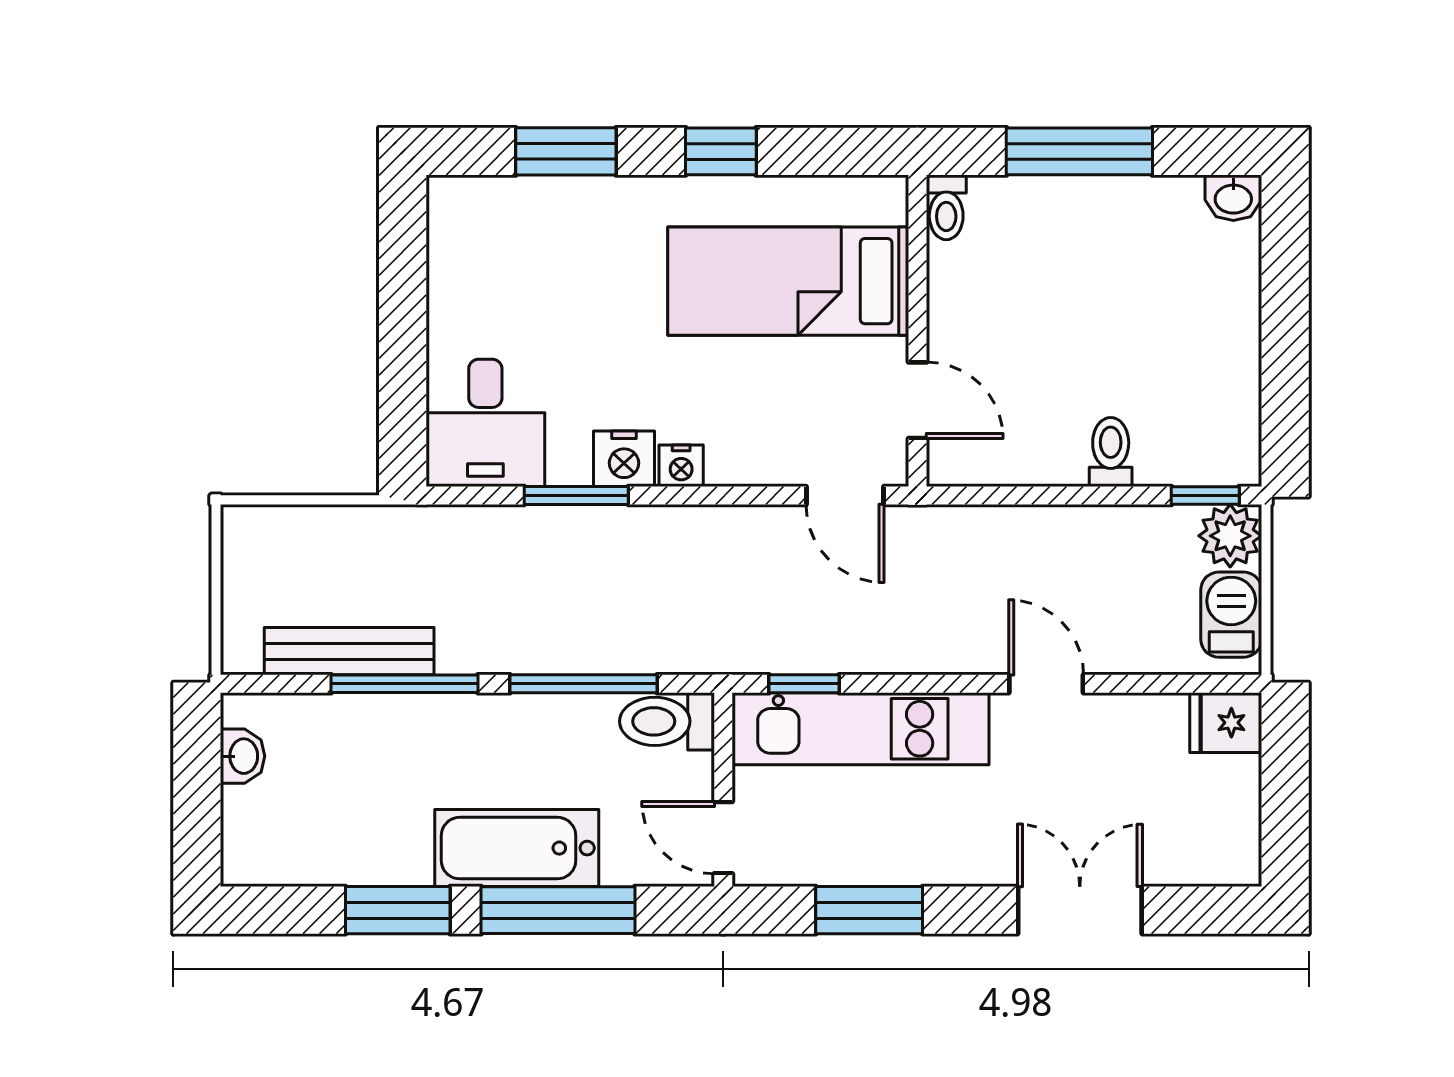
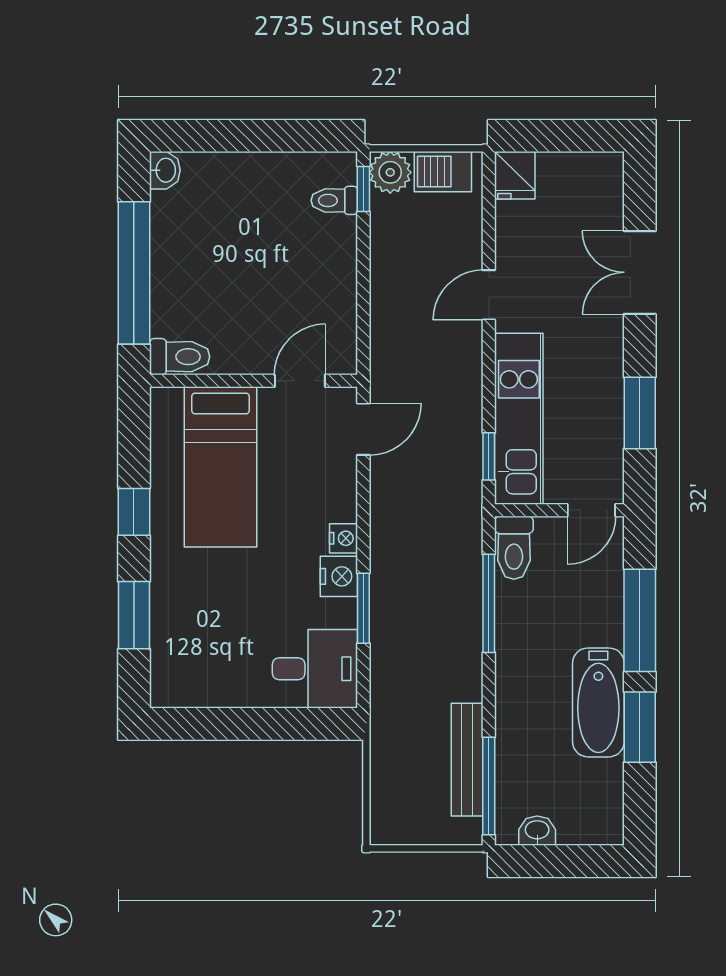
window: (1079, 151) -> (134, 273), width x1.46
toilet: (946, 207) -> (180, 357), width x1.37, depth x1.39
toilet: (1111, 452) -> (334, 200), moved
window: (405, 684) -> (489, 786), moved
bathtub: (517, 848) -> (598, 702), moved

